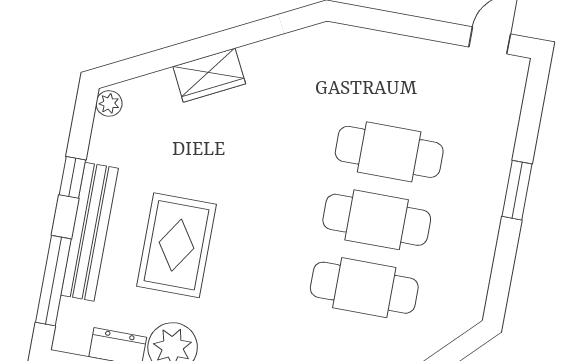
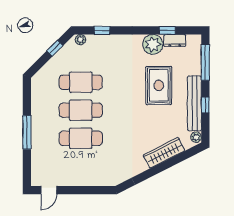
wardrobe: (209, 75) -> (164, 153), width x1.50
window: (517, 190) -> (27, 132), width x1.44
bench: (90, 232) -> (194, 103), moved

